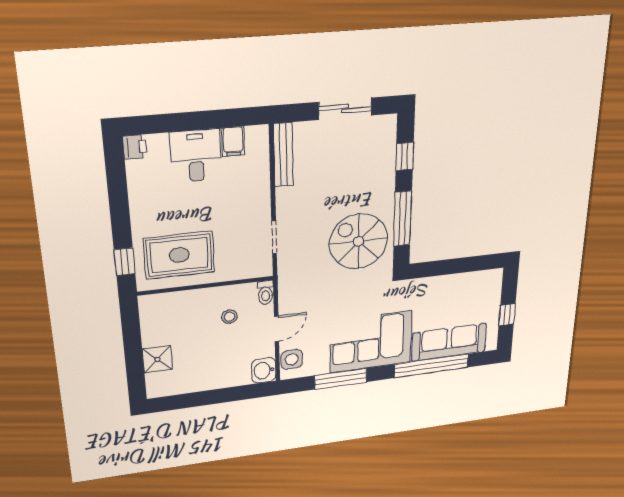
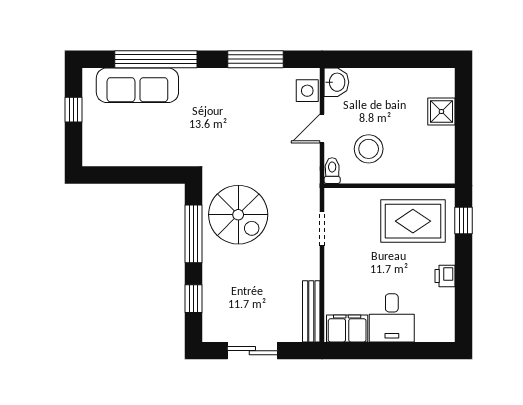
filing cabinet: (233, 141) -> (347, 328), width x2.00
printer: (135, 147) -> (445, 276), moved
stool: (229, 317) -> (369, 149), width x1.89, depth x1.89
corner sofa: (371, 342) -> (224, 99), removed

